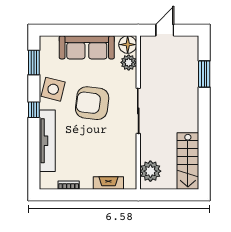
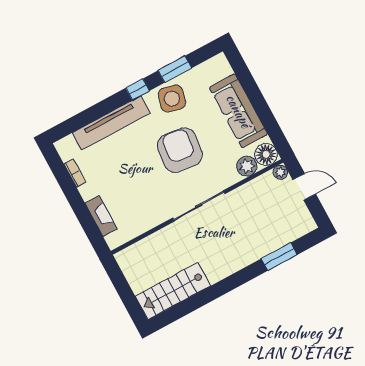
window: (34, 63) -> (175, 69), moved
plant: (150, 171) -> (280, 172), moved, width x0.53, depth x0.53

